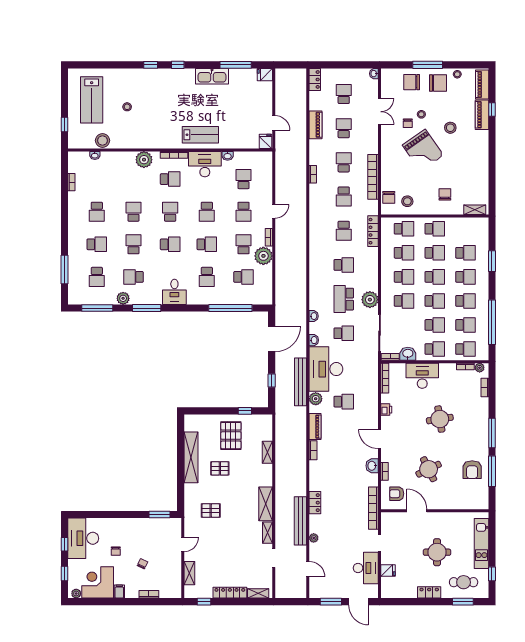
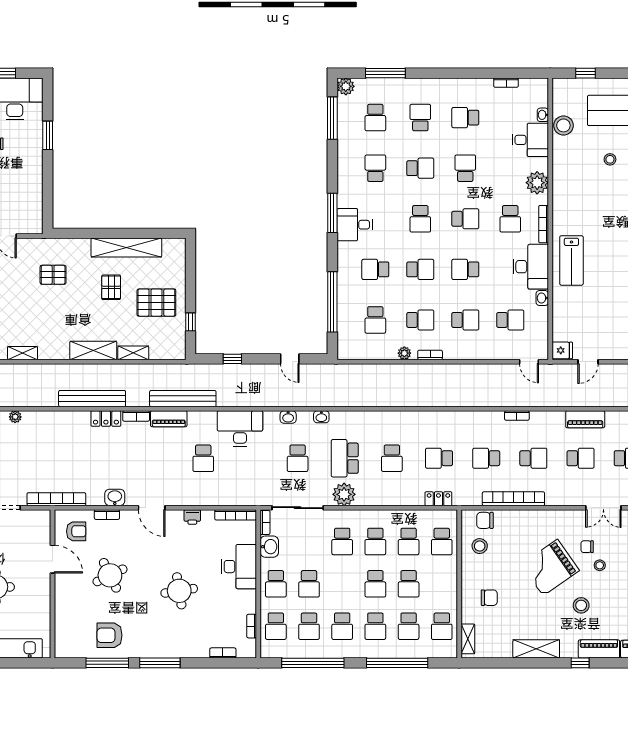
window: (492, 109) -> (580, 663), moved
shelving: (482, 160) -> (536, 649), added
desk: (113, 165) -> (530, 140), added
door: (274, 211) -> (529, 362), moved
school desk: (133, 212) -> (465, 168), turned -90
school desk: (243, 212) -> (465, 320), turned 180
school desk: (435, 229) -> (442, 626), moved
locker: (373, 231) -> (438, 499), width x0.66
school desk: (97, 244) -> (420, 118), turned 180
school desk: (207, 244) -> (420, 269), turned -90
plant: (263, 256) -> (404, 353), width x0.53, depth x0.53
window: (492, 261) -> (397, 663), width x2.11
school desk: (97, 277) -> (375, 118), turned -90
plant: (123, 298) -> (346, 86), moved
school desk: (344, 299) -> (345, 458), turned -90
school desk: (435, 301) -> (342, 584), removed
window: (147, 308) -> (332, 213), moved
door: (272, 339) -> (290, 359), width x0.53
plant: (480, 368) -> (250, 646), removed
desk: (326, 369) -> (240, 428), width x0.73, depth x0.77
bench: (301, 382) -> (183, 399), moved
plant: (316, 399) -> (207, 420), removed
door: (380, 439) -> (152, 508), swing flipped
armchair: (397, 494) -> (76, 531), turned 90
locker: (315, 503) -> (106, 419), moved
shelving: (266, 504) -> (93, 350), moved
pallet: (211, 510) -> (53, 275), turned 90
door: (417, 511) -> (53, 559), hinge flipped
window: (160, 514) -> (48, 135), moved
bench: (300, 521) -> (92, 399), moved

